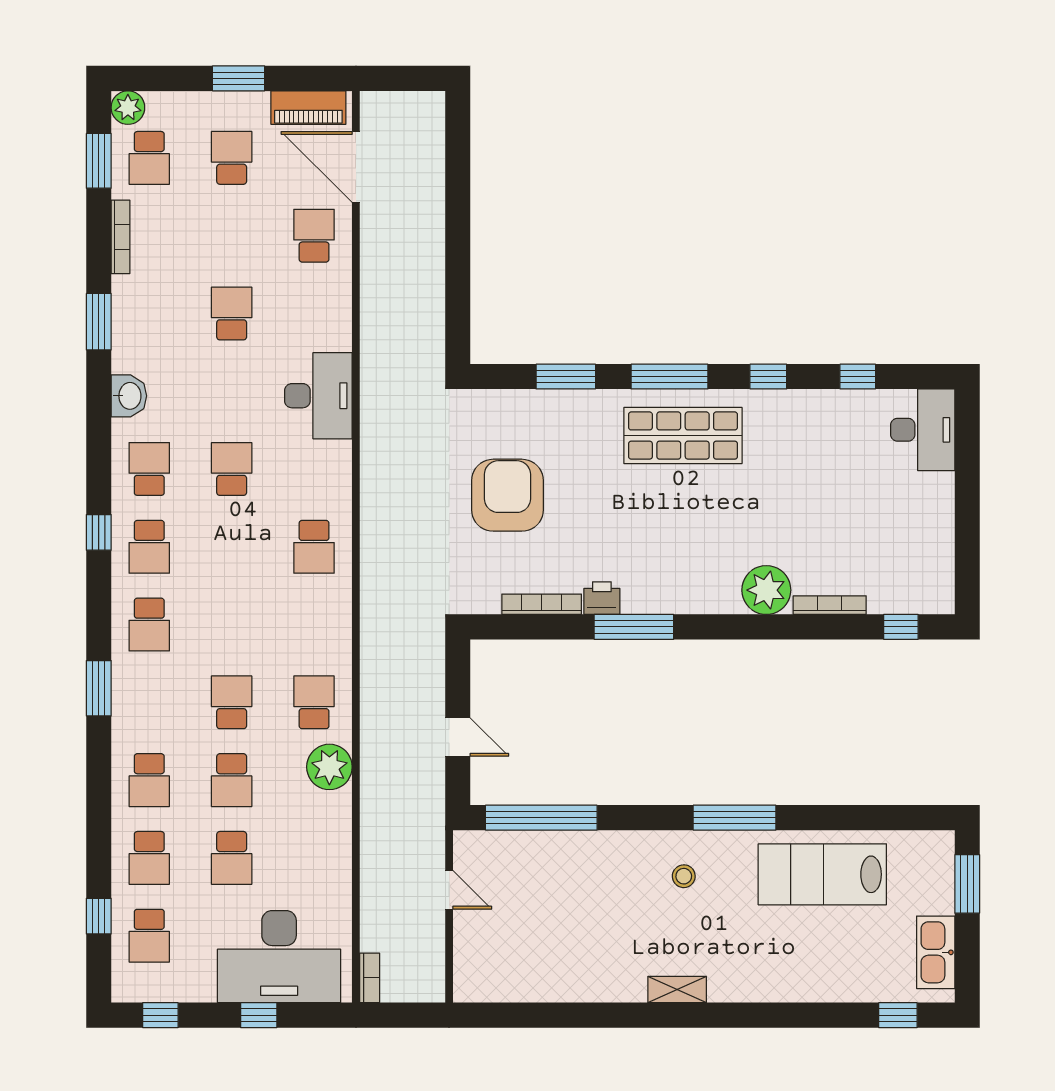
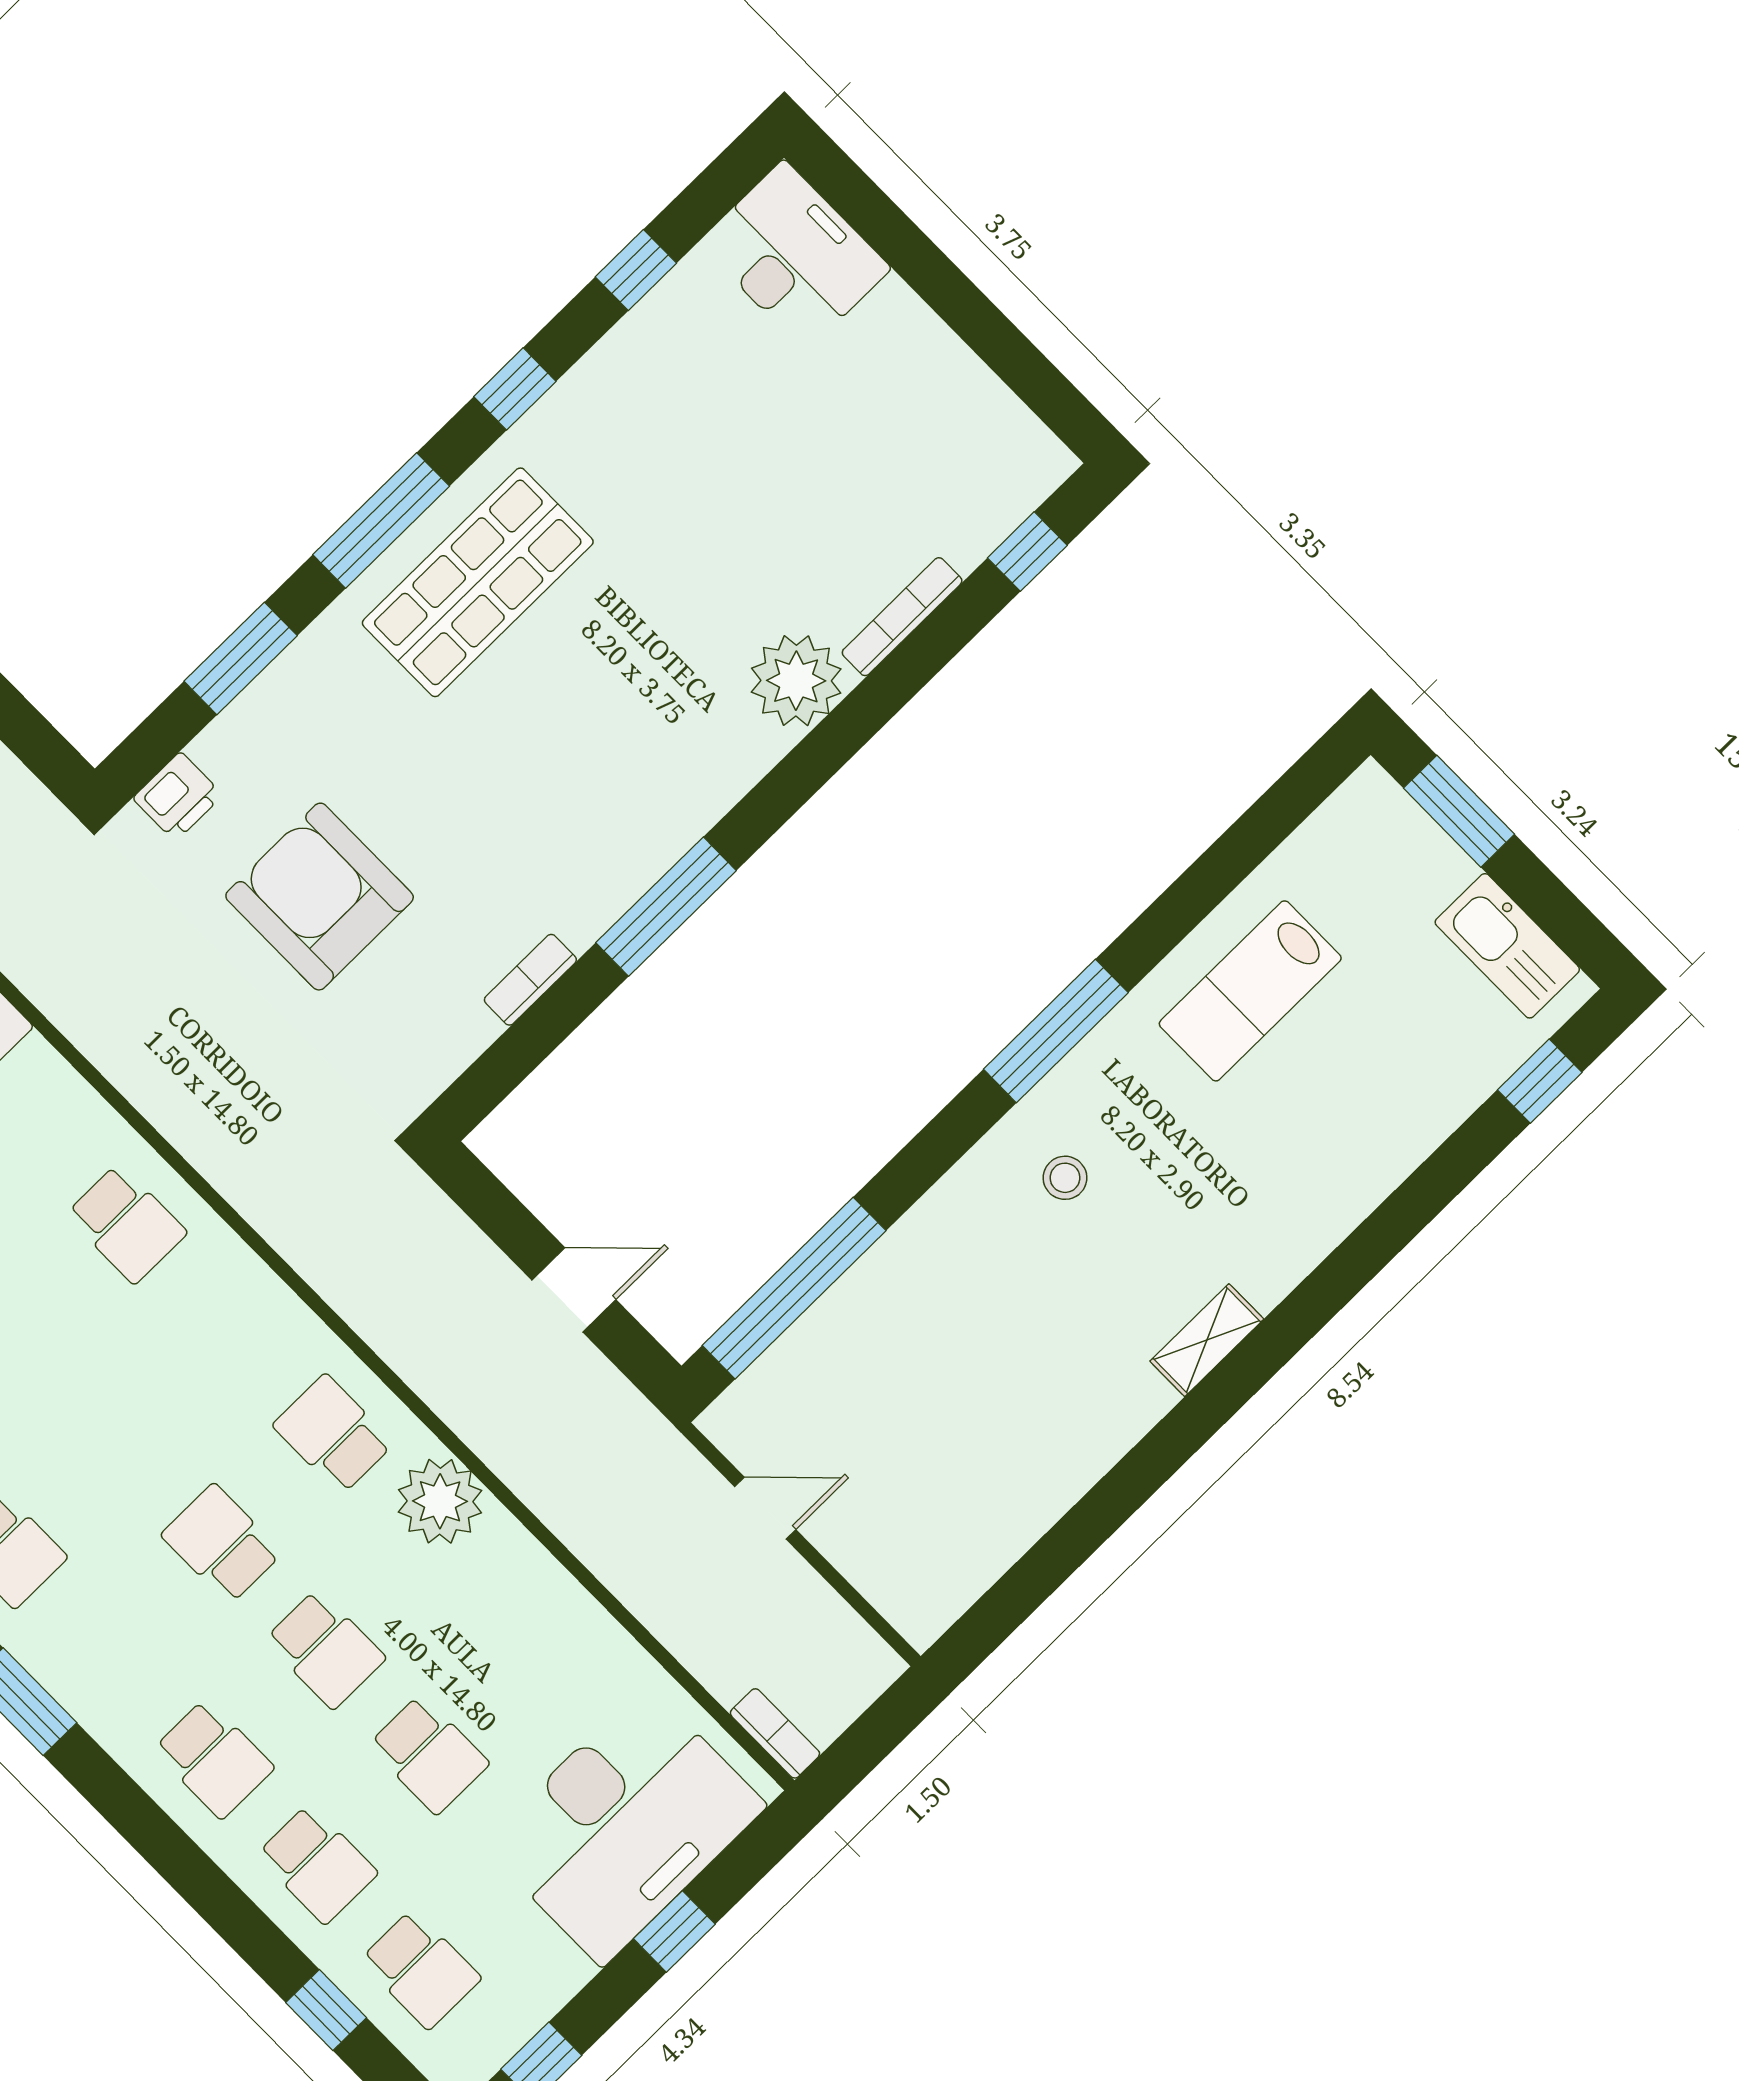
printer: (602, 598) -> (178, 797), moved, turned 180
bookcase: (542, 604) -> (530, 980), width x0.64
lab bench: (822, 874) -> (1250, 991), width x0.73, depth x0.72

